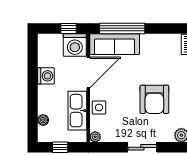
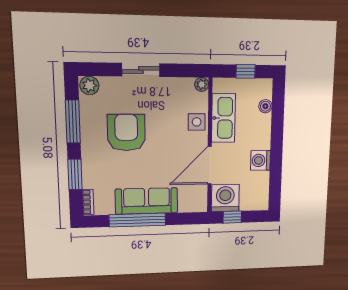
window: (122, 28) -> (137, 220), moved
sofa: (115, 44) -> (147, 201), moved

